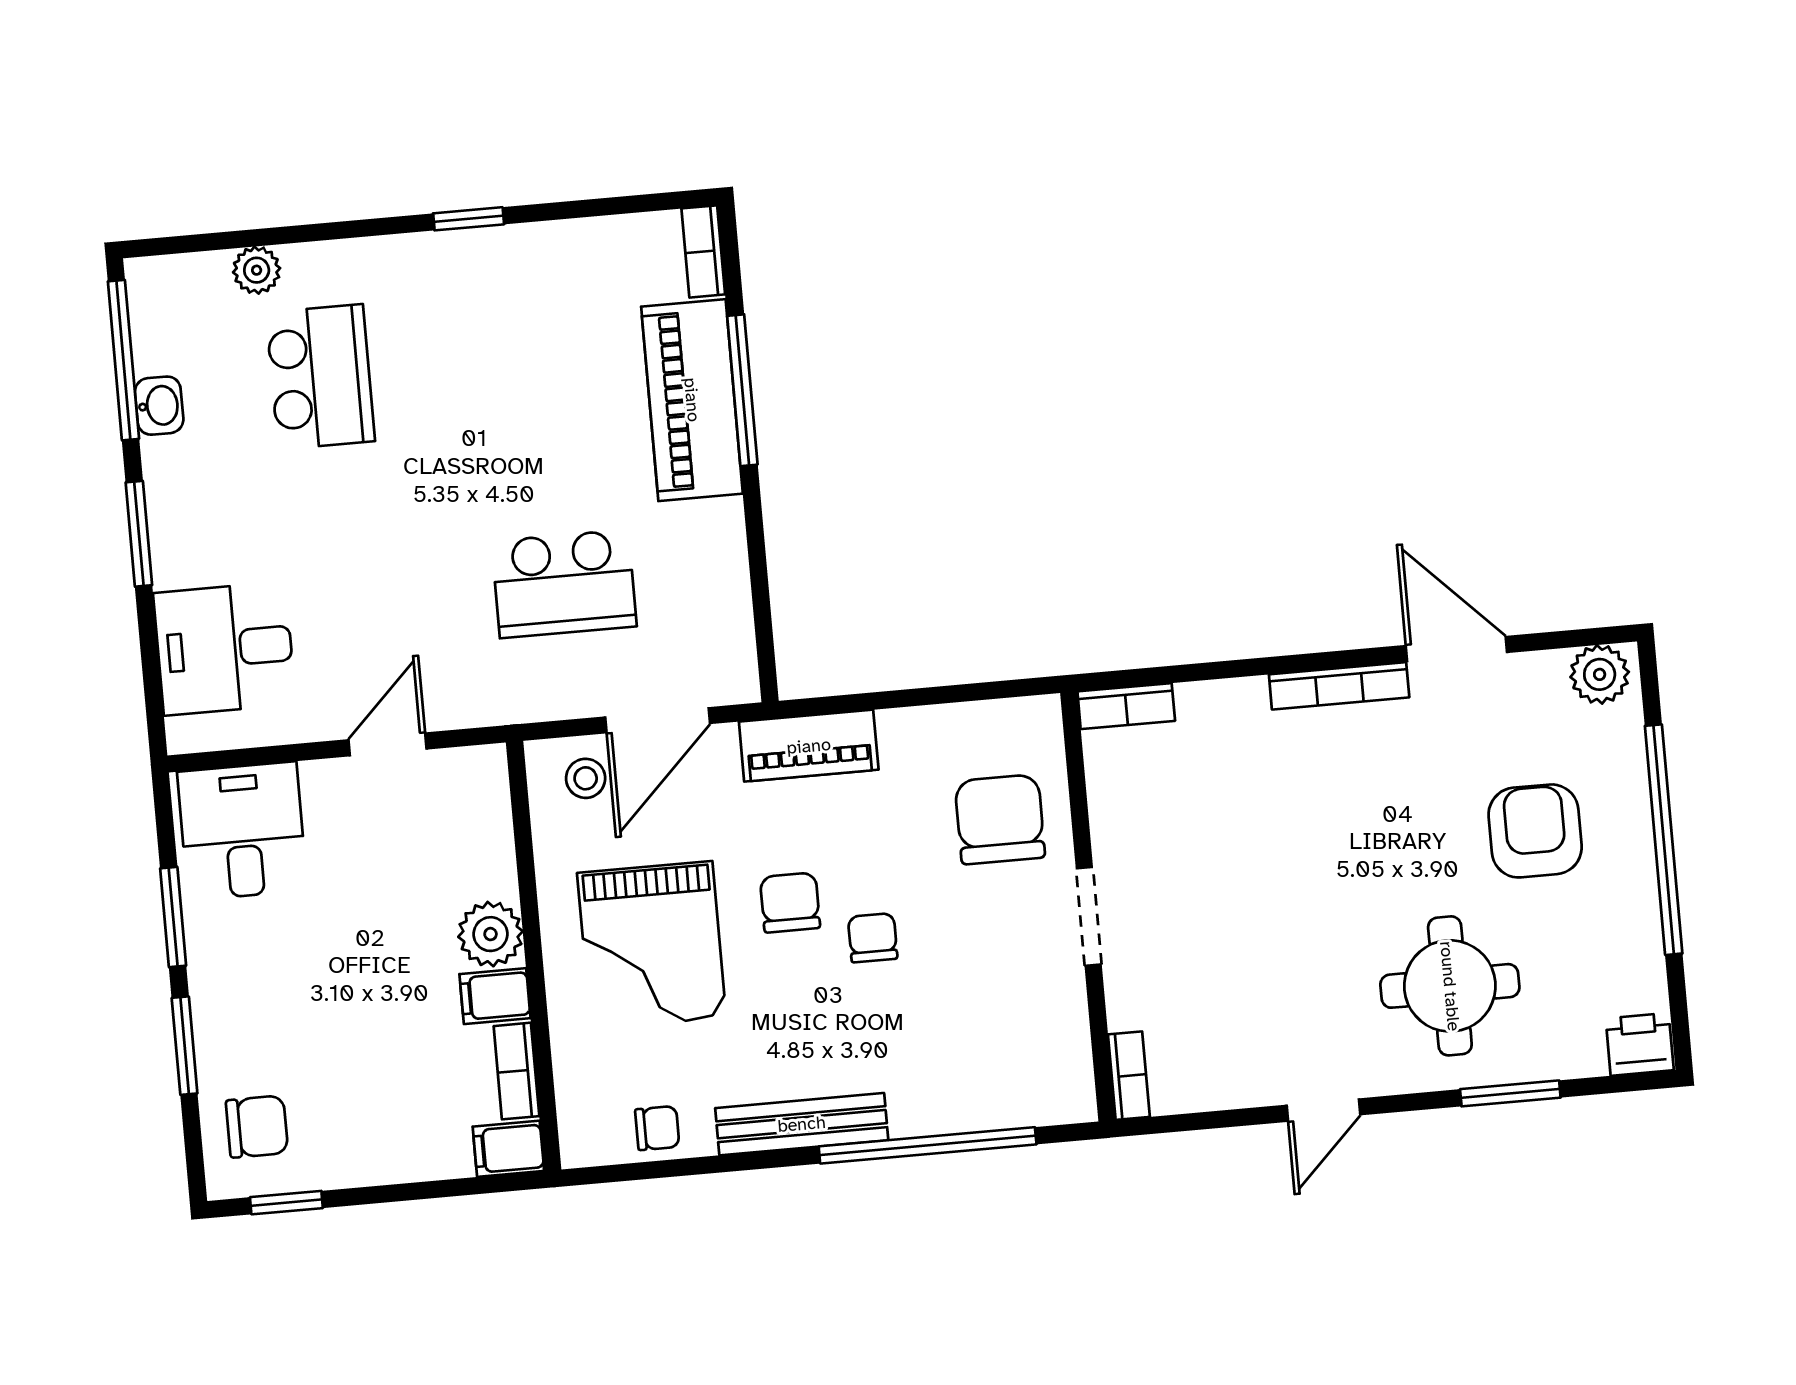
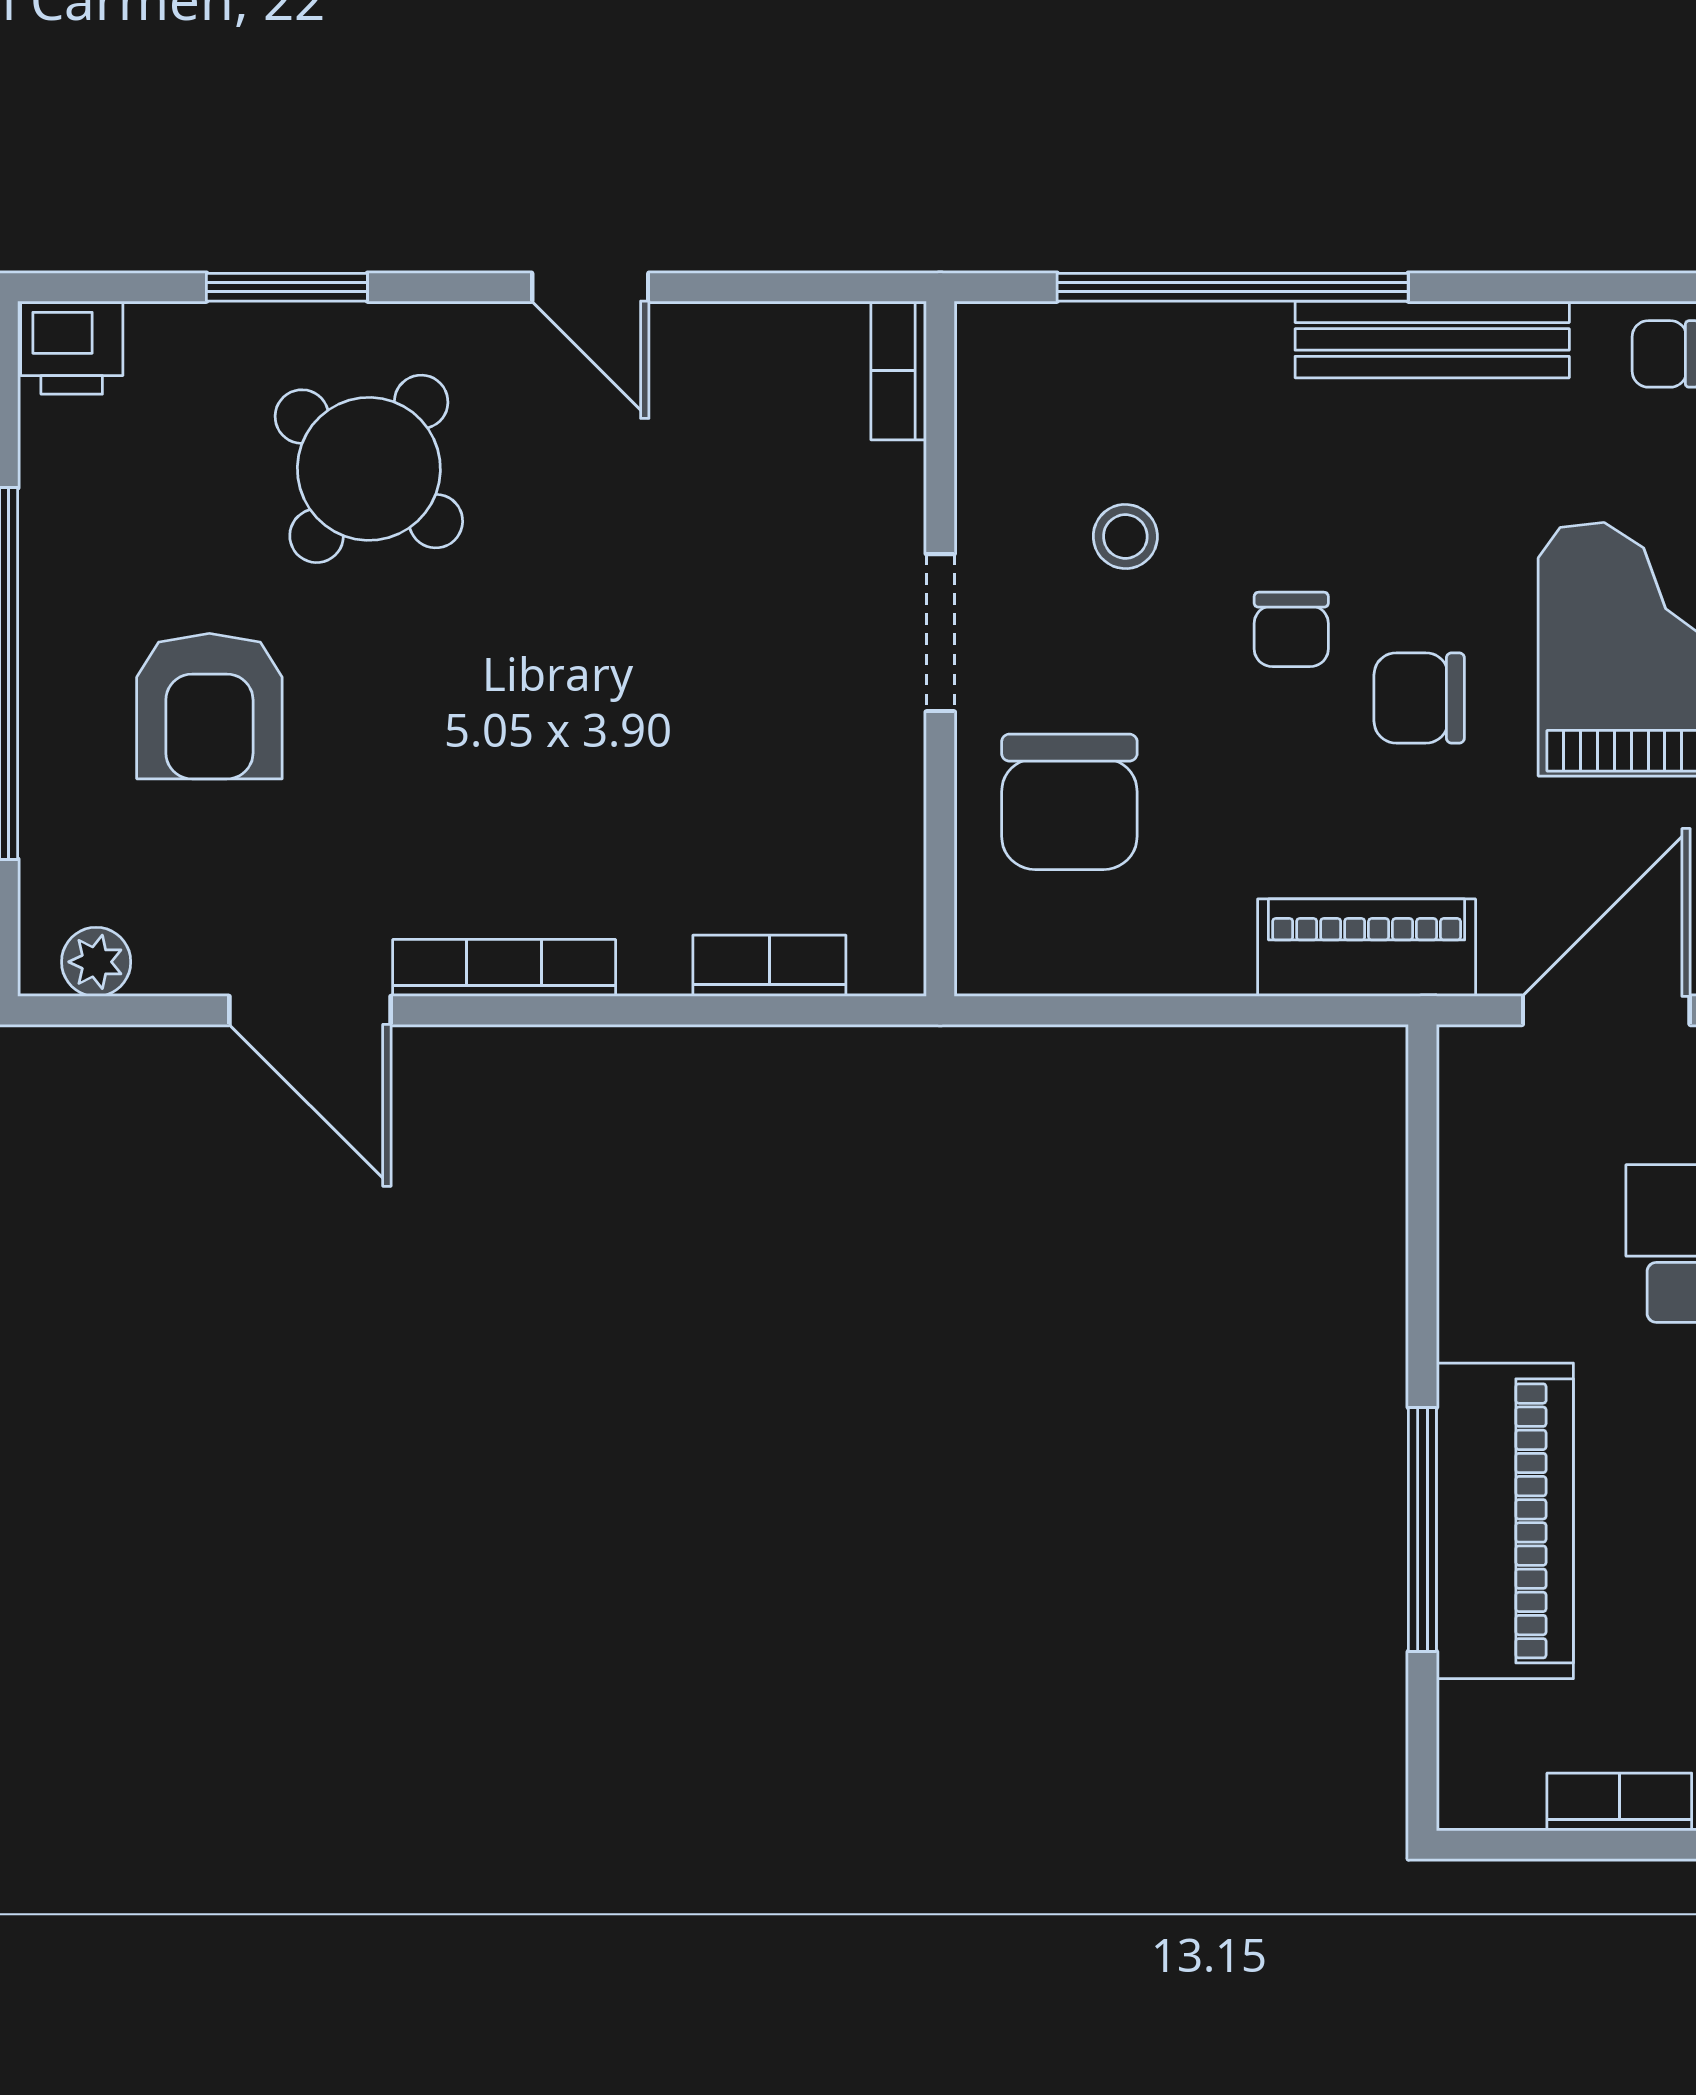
bookcase: (703, 251) -> (1619, 1802), moved, turned -90
plant: (1600, 674) -> (96, 962), width x0.73, depth x0.73
bookcase: (1126, 706) -> (769, 966), moved
chair: (790, 903) -> (1419, 698), turned 90
stool: (980, 986) -> (1125, 536), added
round table: (1450, 986) -> (369, 469), turned 38
door: (1323, 1110) -> (590, 287), swing flipped

